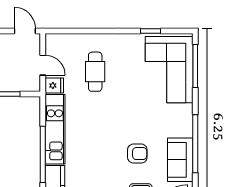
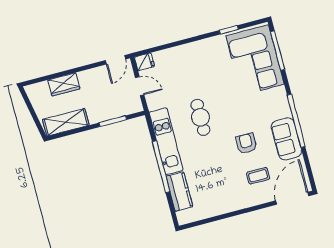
door: (25, 31) -> (116, 60), swing flipped
cafe table: (95, 72) -> (200, 117), moved
fridge: (54, 85) -> (144, 62), moved
armchair: (137, 154) -> (246, 143), turned -90

